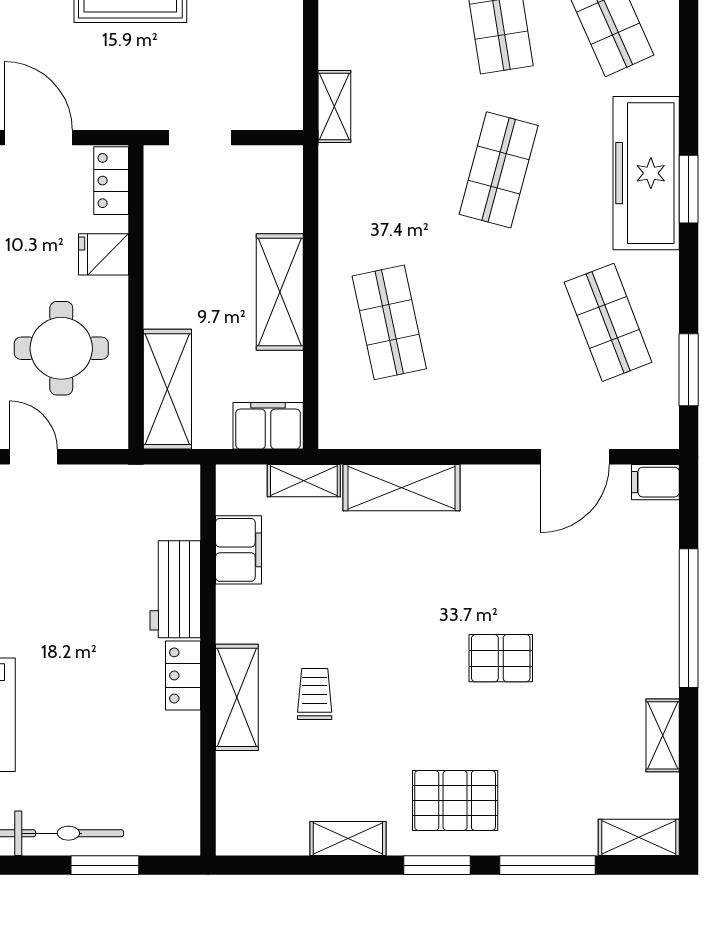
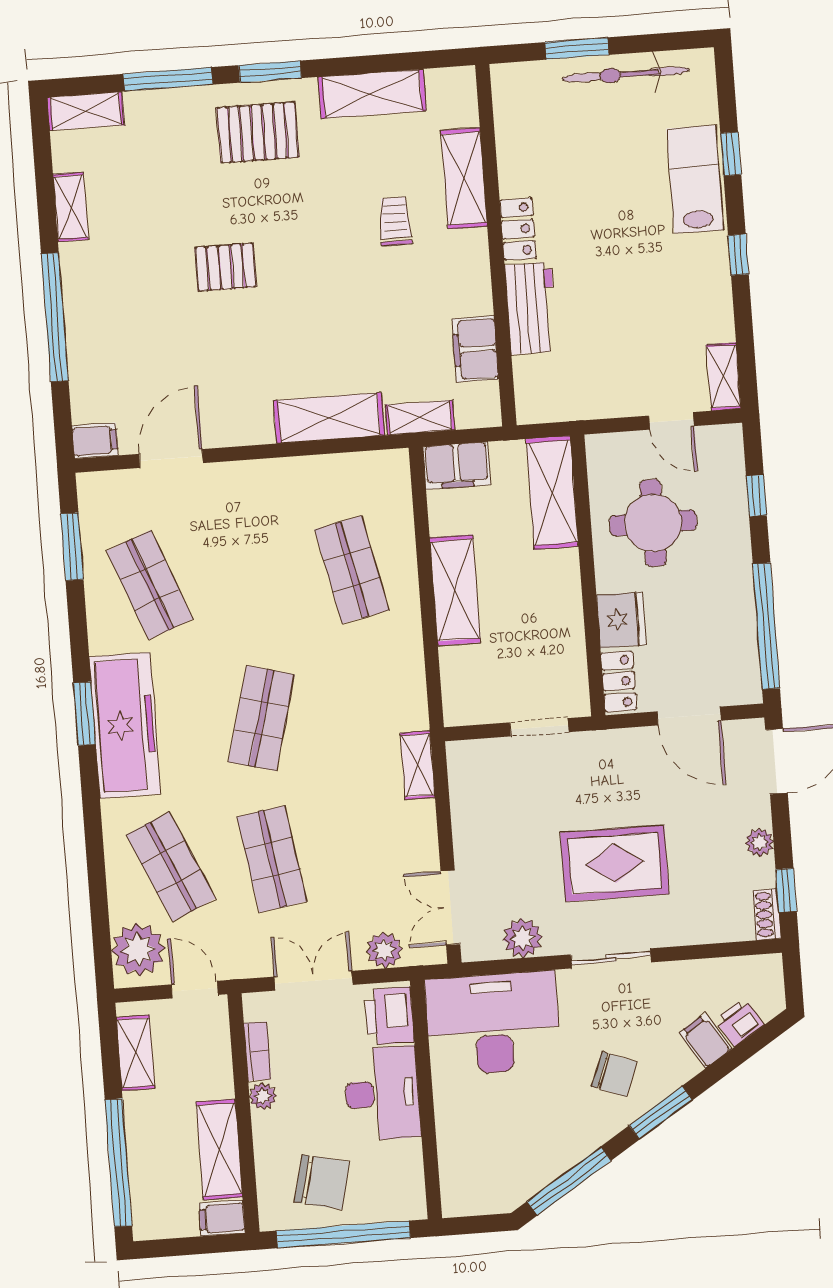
fridge: (104, 254) -> (621, 620), width x1.38
trolley: (315, 694) -> (395, 221), turned 180
shelving: (237, 697) -> (464, 178), moved
shelving: (348, 838) -> (372, 94), width x1.50, depth x1.33

